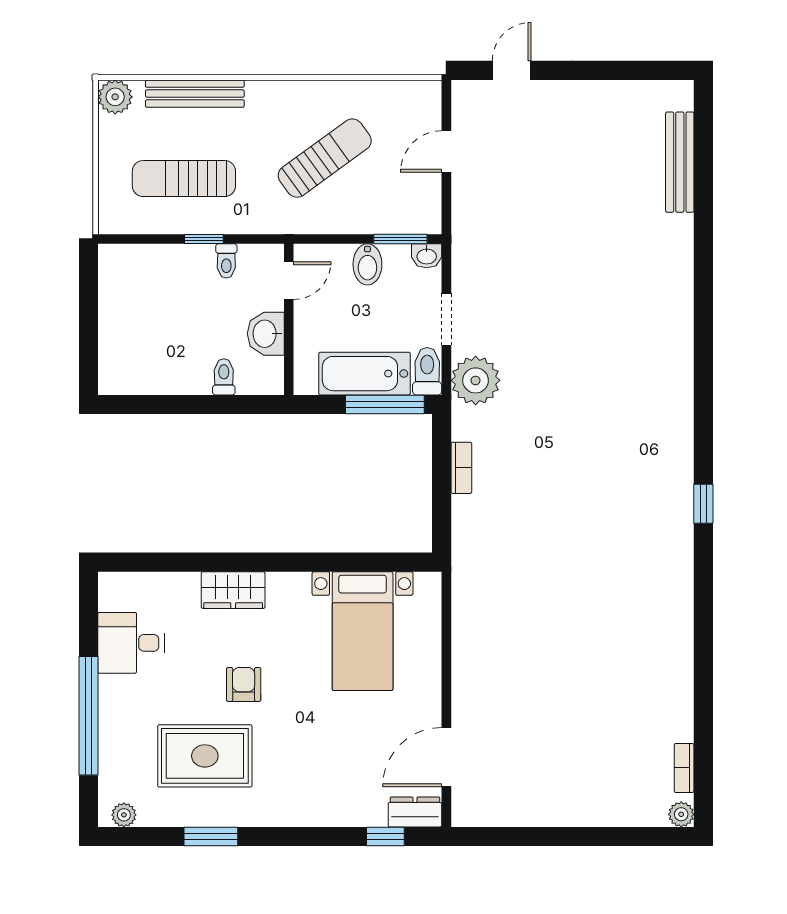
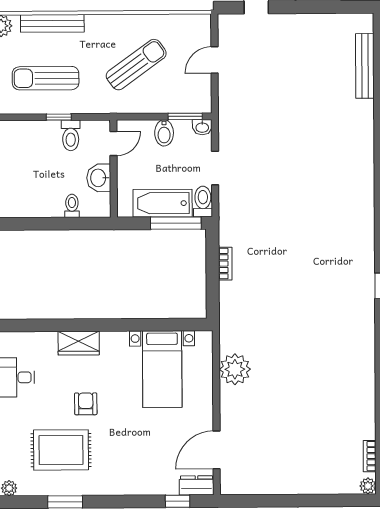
toilet: (226, 261) -> (71, 135), width x1.37, depth x1.39
plant: (476, 380) -> (235, 369), moved

